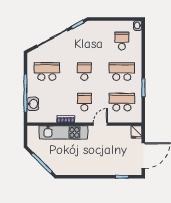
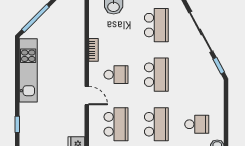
school desk: (84, 72) -> (156, 75), width x1.85
kitchen unit: (63, 133) -> (28, 70), moved, turned 180

